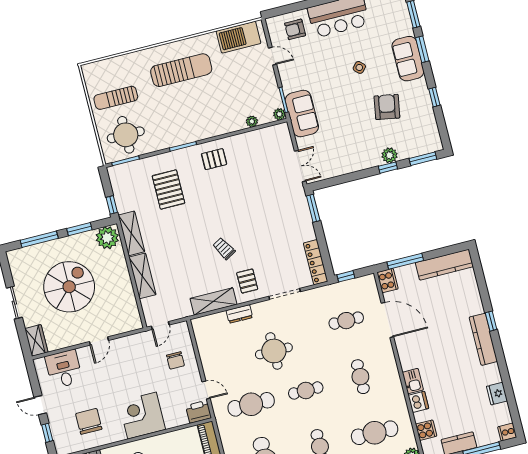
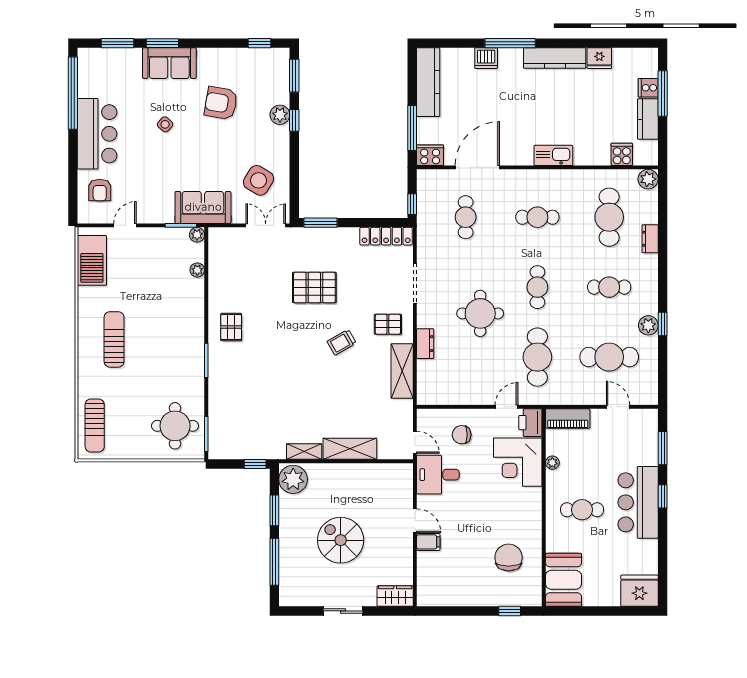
sun lounger: (181, 70) -> (114, 339), width x0.73, depth x0.75
window: (434, 97) -> (260, 43), moved
sun lounger: (116, 98) -> (95, 426), moved
side table: (334, 152) -> (259, 180), added
pallet: (168, 190) -> (314, 288), moved
shelving: (131, 233) -> (304, 452), width x0.67, depth x0.75
spiral stairs: (69, 287) -> (341, 540), width x0.73, depth x0.73
window: (491, 321) -> (510, 43), width x2.17
kitchen counter: (483, 339) -> (555, 58), moved
filing cabinet: (85, 356) -> (428, 542), added
chair: (175, 360) -> (462, 435), turned 180
desk: (64, 369) -> (438, 475), moved
kitchen sink: (413, 381) -> (553, 155), width x1.38
dishwasher: (418, 402) -> (486, 58), moved, turned 180
door: (40, 405) -> (474, 611), removed
corner desk: (142, 416) -> (518, 462), moved
chair: (89, 421) -> (509, 558), turned 90
cooker: (507, 432) -> (648, 88), moved, turned 90
plant: (172, 437) -> (552, 463), added

